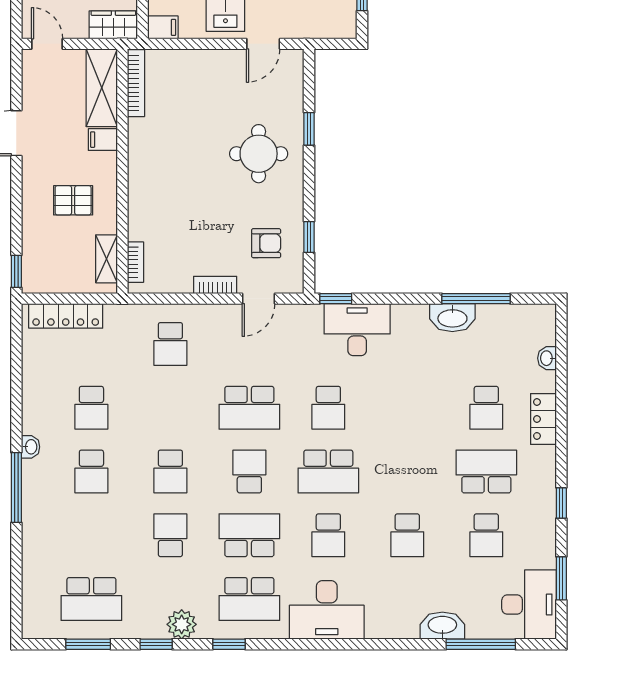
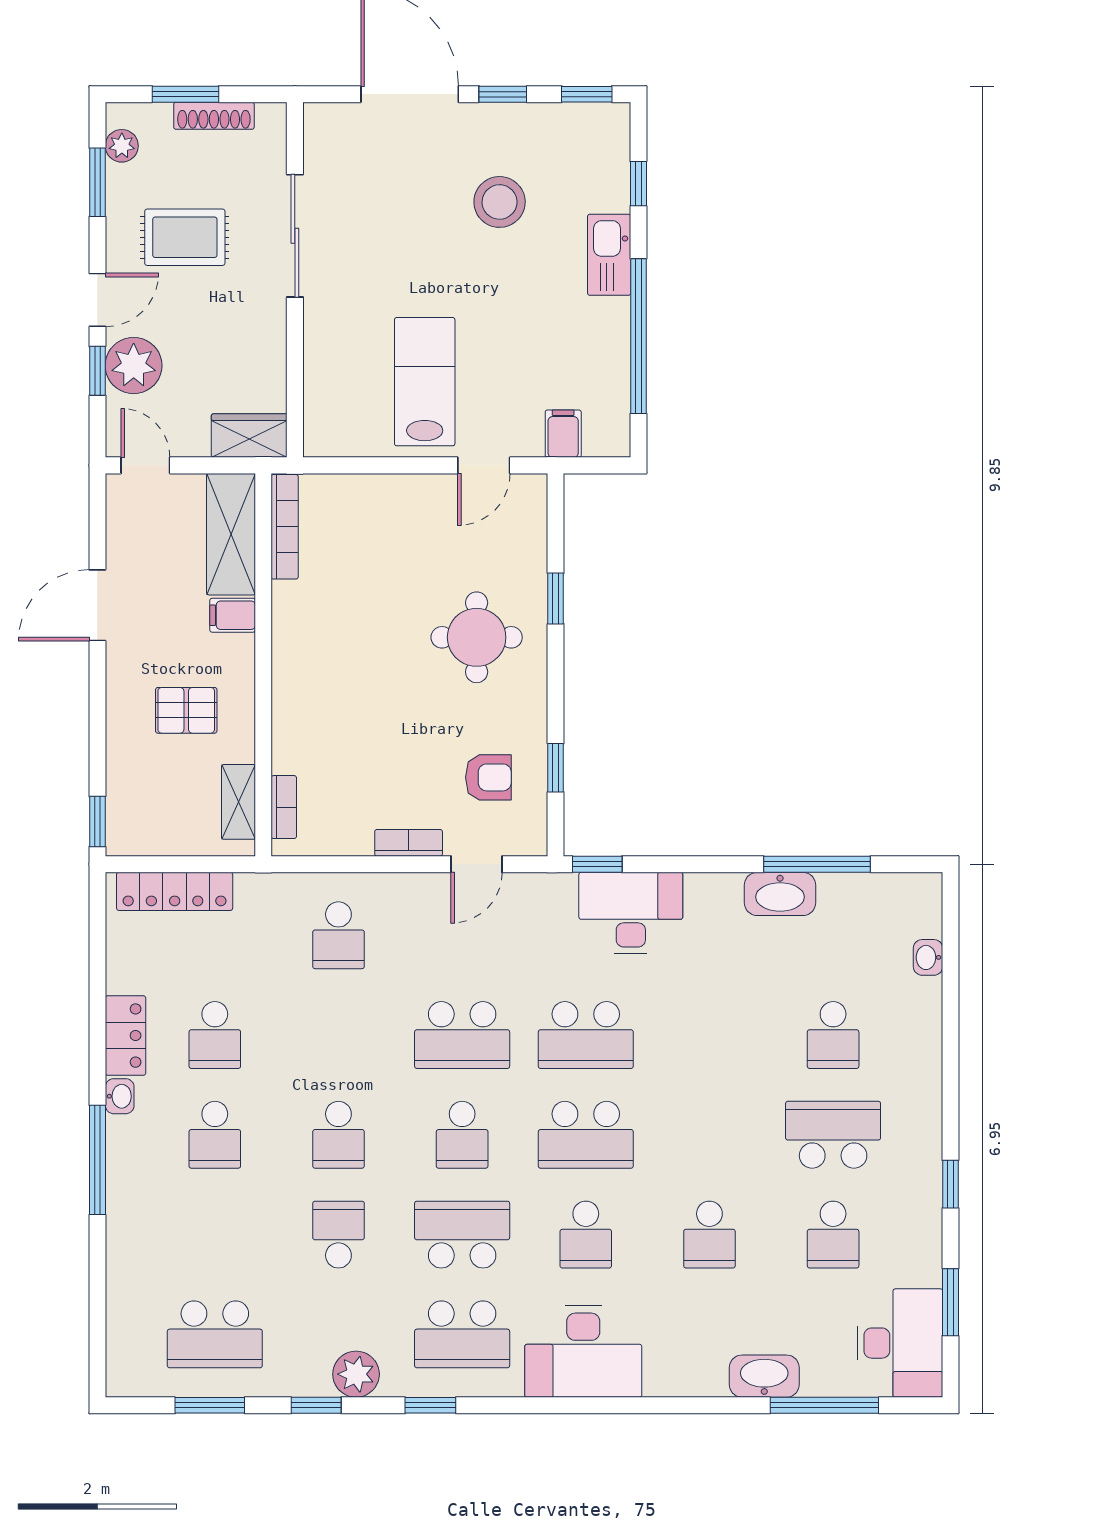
filing cabinet: (163, 27) -> (563, 434), moved, turned -90
school desk: (328, 408) -> (586, 1035), width x1.85
locker: (543, 419) -> (125, 1036), moved, turned 180
school desk: (249, 471) -> (462, 1135), turned 180

